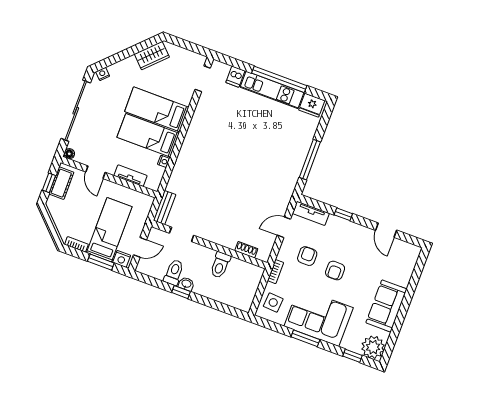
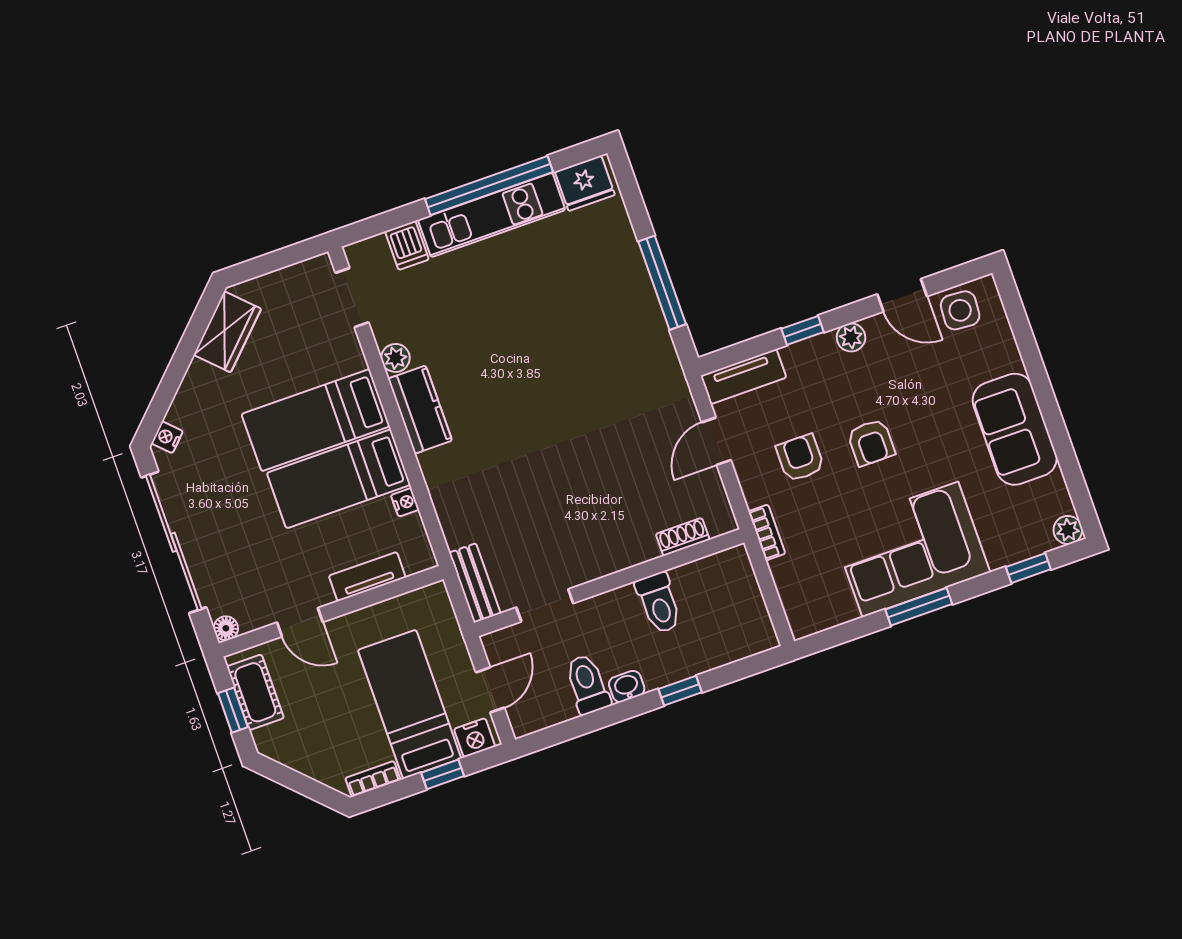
plant: (200, 111) -> (395, 358), added
kitchen counter: (194, 135) -> (420, 410), added
plant: (357, 230) -> (851, 337), added
window: (101, 262) -> (443, 774), width x0.67
window: (181, 292) -> (680, 691), moved
side table: (273, 303) -> (960, 310), moved
plant: (373, 347) -> (1068, 530), width x0.53, depth x0.53

